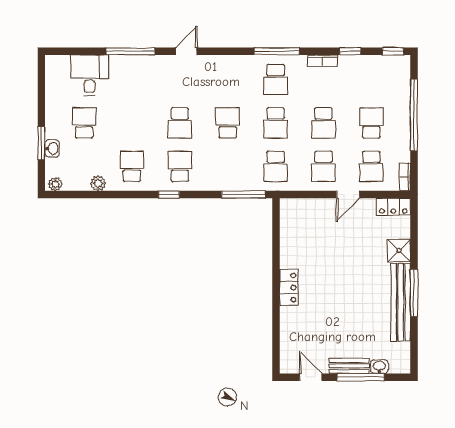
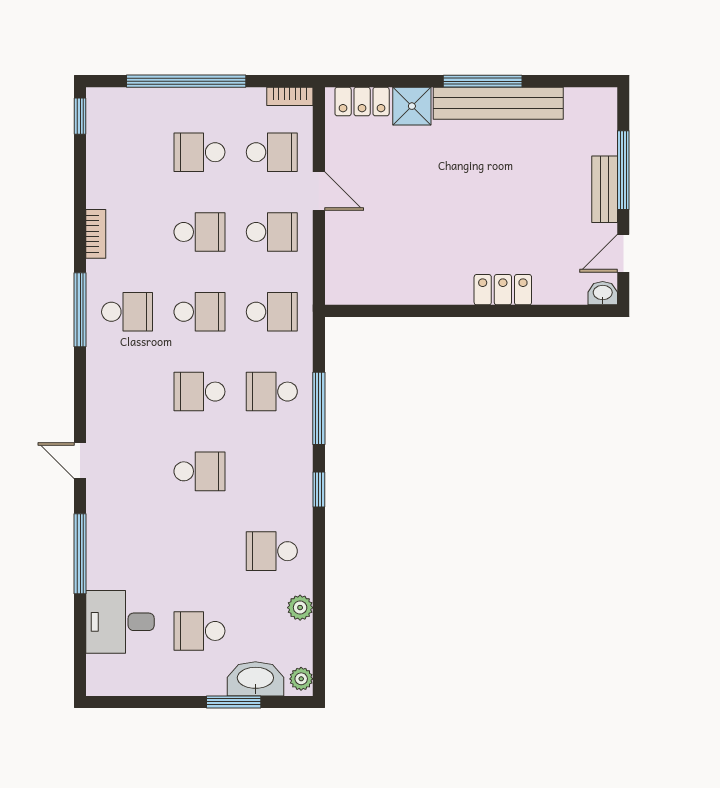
window: (350, 51) -> (80, 188), removed
washbasin: (52, 148) -> (255, 679), width x1.91, depth x1.45
school desk: (180, 166) -> (272, 392), moved
window: (243, 195) -> (319, 408), moved
locker: (393, 207) -> (362, 102), moved, turned 90
locker: (289, 288) -> (503, 290), moved
washbasin: (379, 367) -> (603, 293), moved, turned 90

